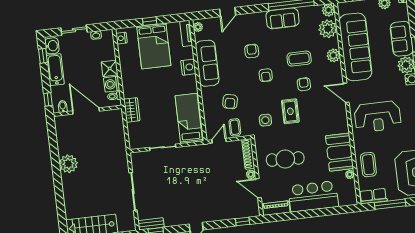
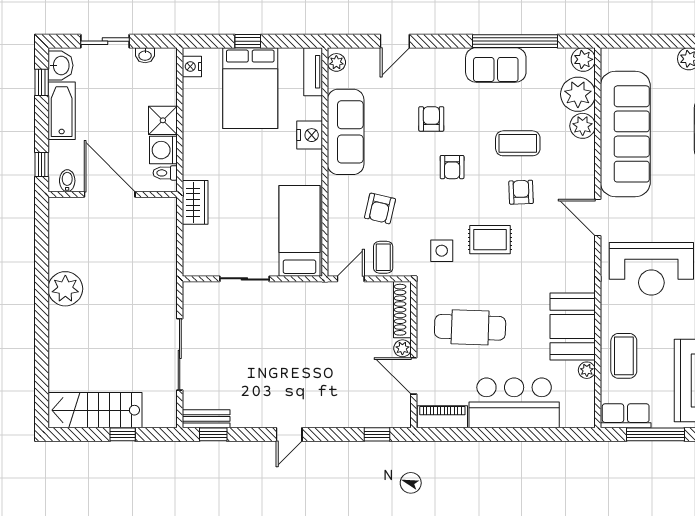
plant: (333, 55) -> (583, 126), moved
rug: (290, 111) -> (490, 240), turned 90

